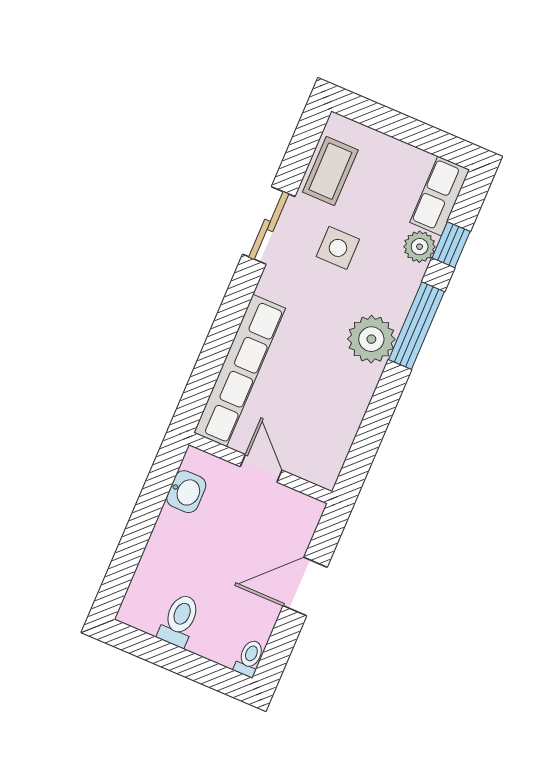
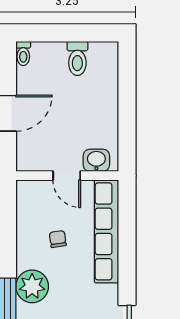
chair: (310, 388) -> (58, 239), added
washbasin: (186, 492) -> (96, 160), moved, turned 90

